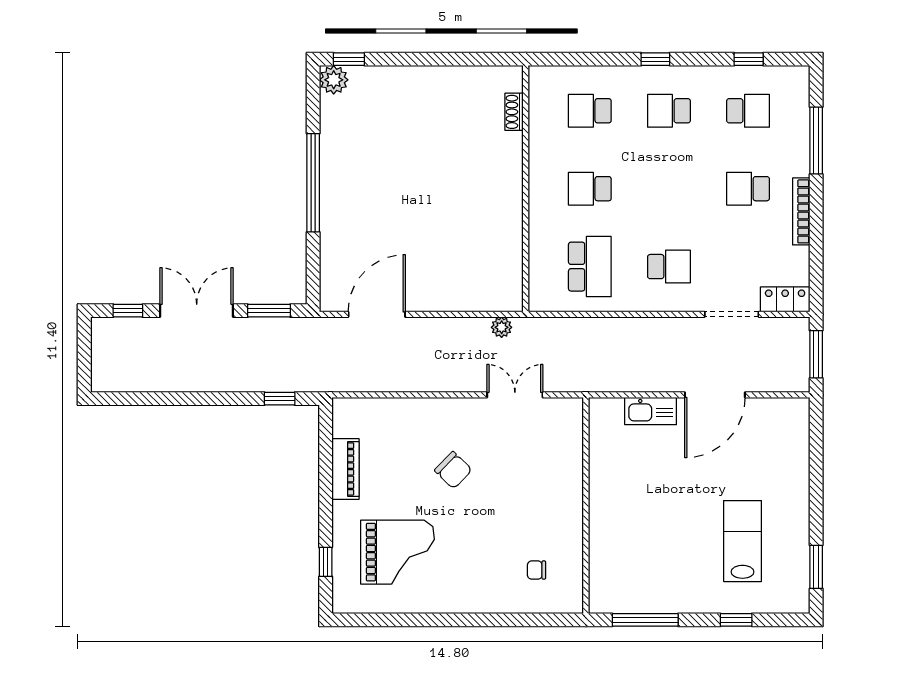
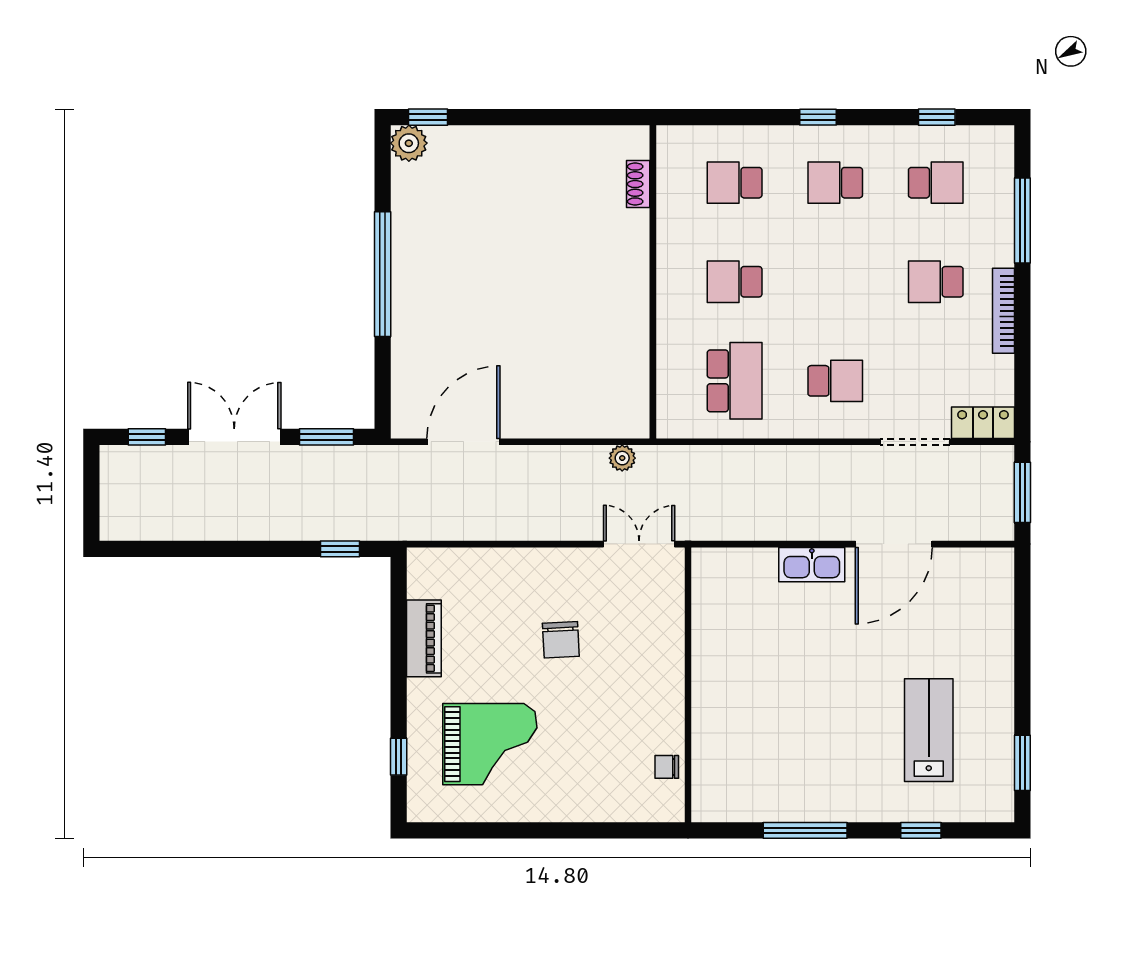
chair: (453, 470) -> (561, 640), turned 43
wall: (586, 506) -> (688, 685), moved

